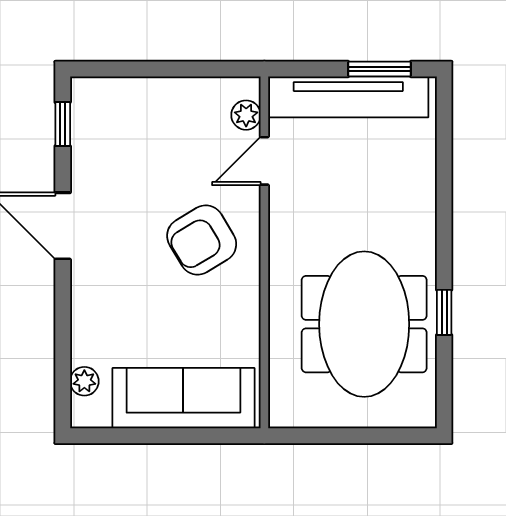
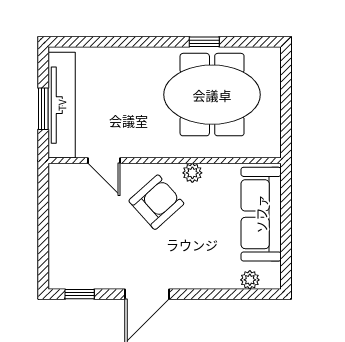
window: (380, 69) -> (43, 109), moved
plant: (246, 115) -> (192, 173), moved
armchair: (202, 240) -> (156, 202), turned -101

